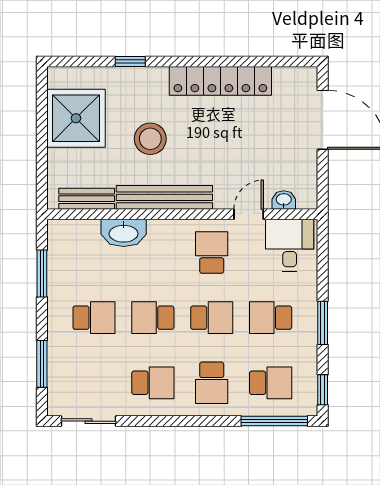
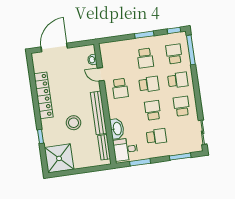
shower: (76, 118) -> (59, 158), moved
desk: (290, 245) -> (125, 149), moved
school desk: (212, 253) -> (120, 88), turned -90
school desk: (94, 318) -> (156, 136), turned 90
school desk: (153, 318) -> (153, 110), turned 180
school desk: (212, 318) -> (149, 84), turned 90

